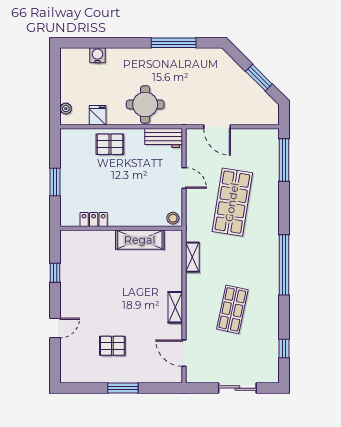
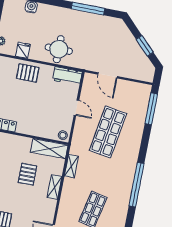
shelving: (140, 240) -> (49, 149), moved
pallet: (136, 279) -> (28, 174), added
shelving: (175, 307) -> (54, 187), moved

